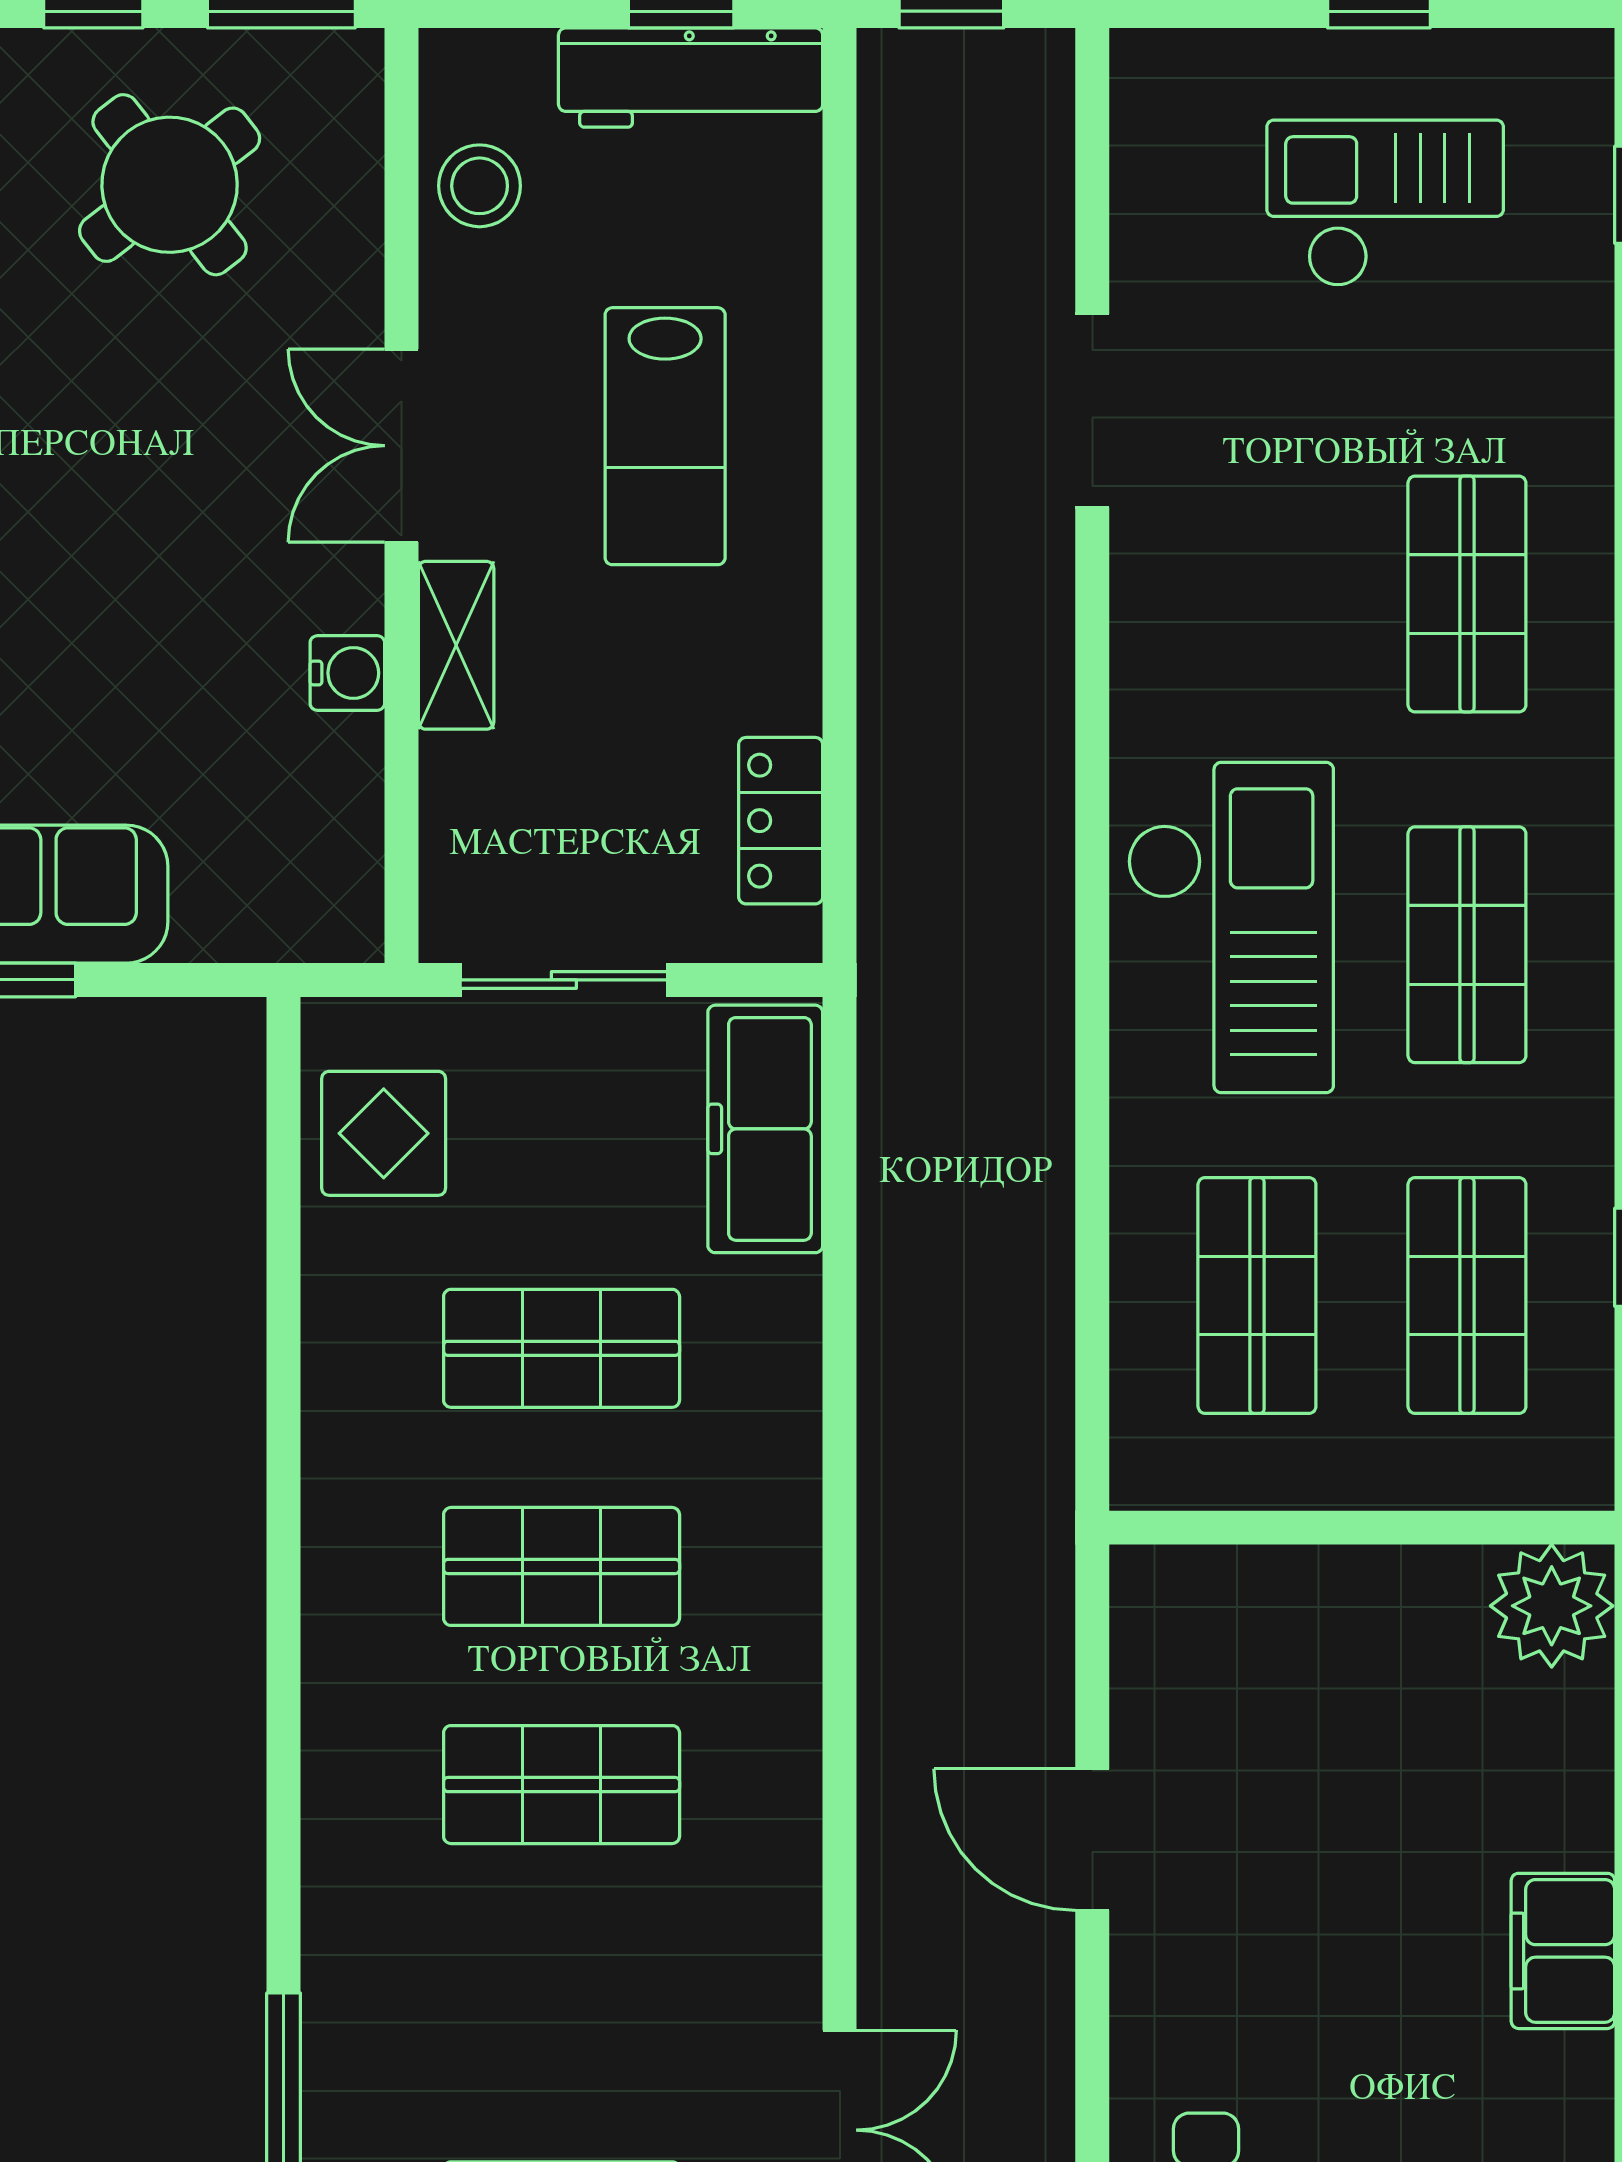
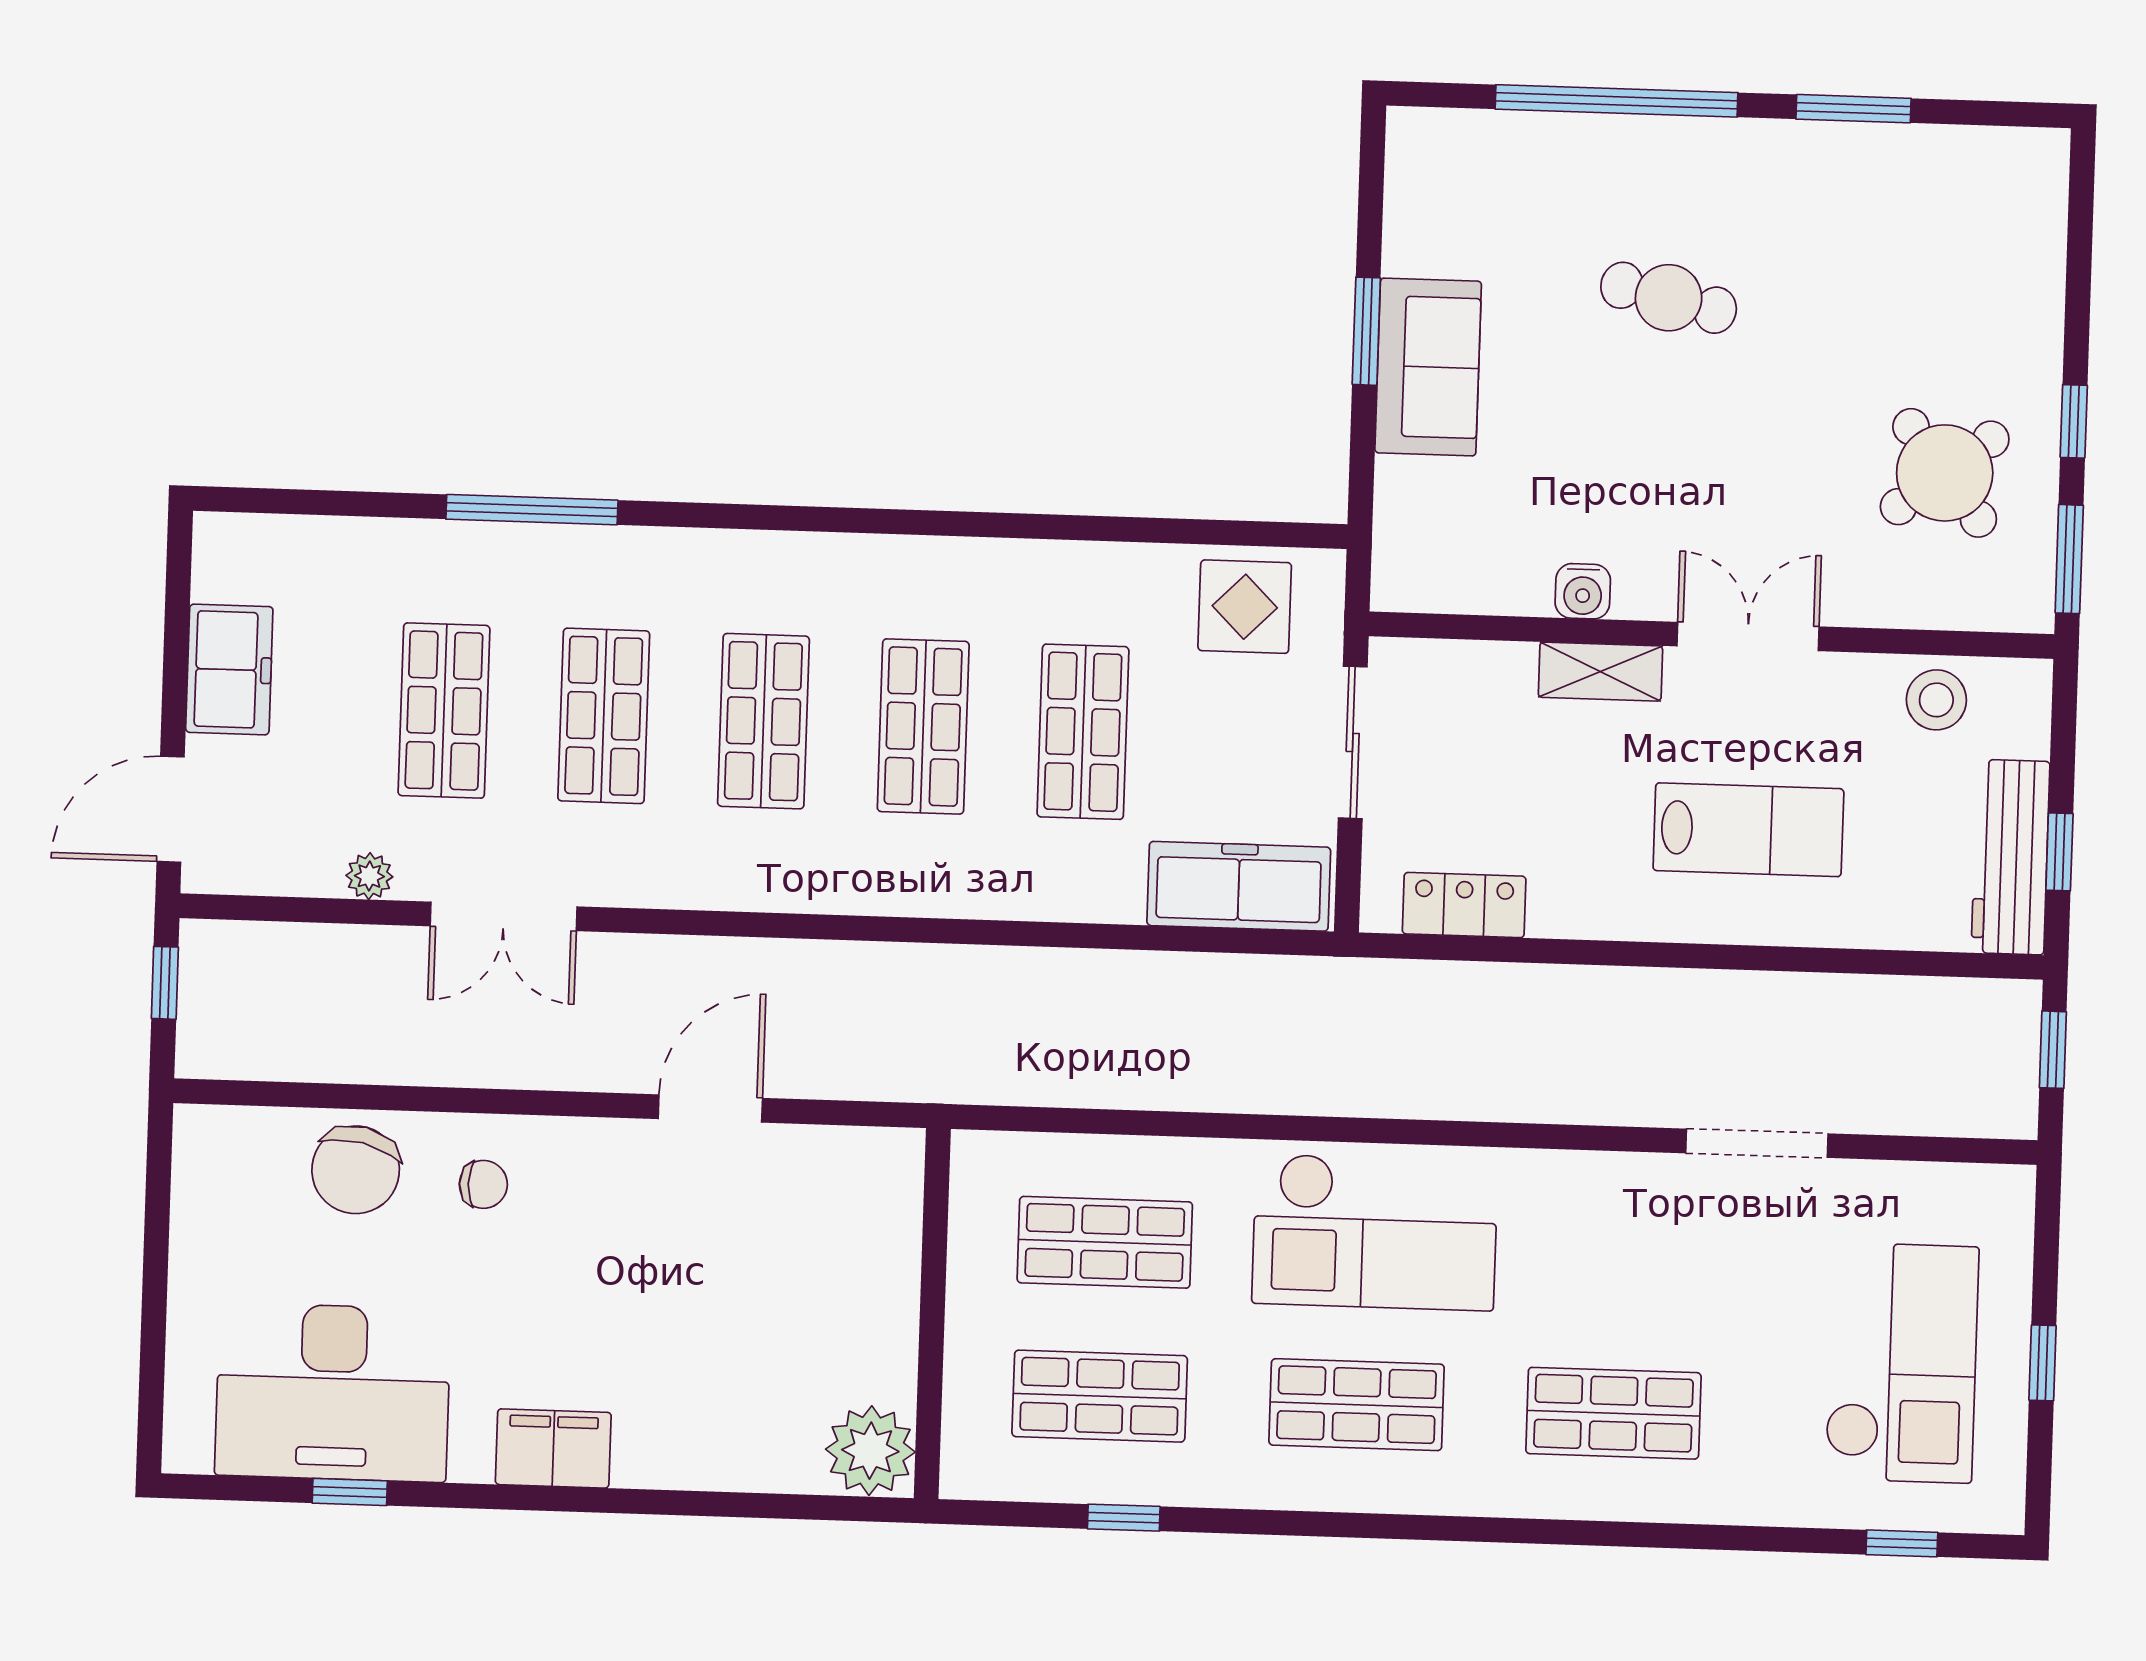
checkout: (1385, 203) -> (1902, 1363), width x1.36, depth x1.21
lab bench: (665, 436) -> (1748, 830), turned 180
filing cabinet: (1563, 1951) -> (553, 1448), moved
shop shelf: (562, 2003) -> (604, 716), added

